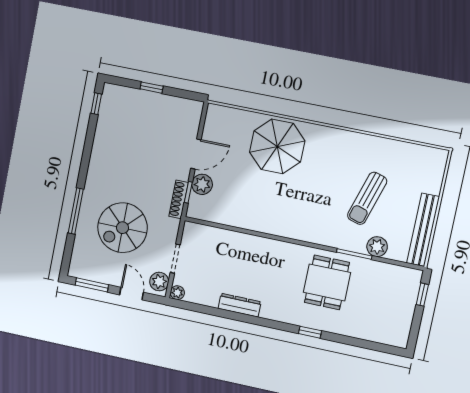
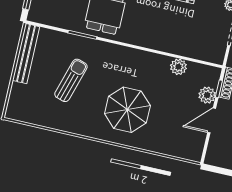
parasol: (277, 146) -> (127, 110), moved
plant: (377, 247) -> (178, 67), moved

